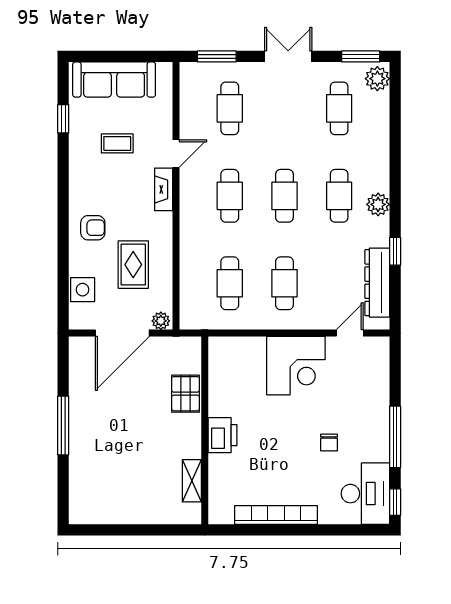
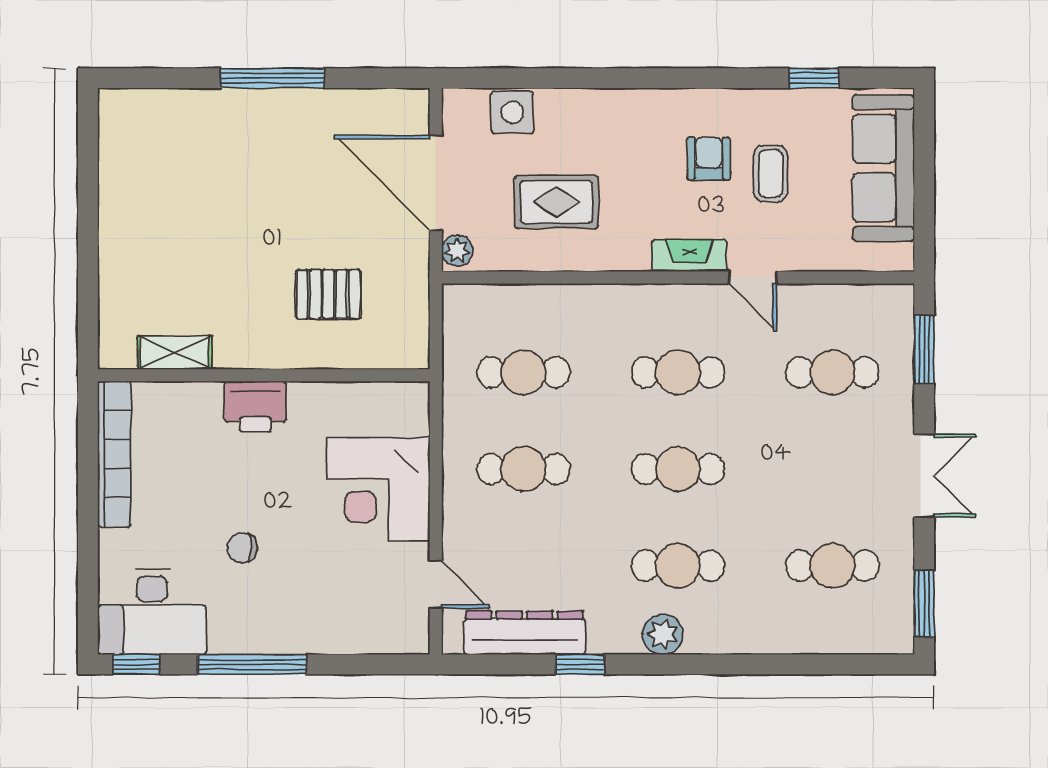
plant: (377, 79) -> (885, 633), removed
armchair: (93, 228) -> (709, 159), moved, turned 180
wall: (205, 430) -> (264, 375), moved
printer: (223, 435) -> (255, 407), moved
shelving: (192, 481) -> (175, 353), moved

